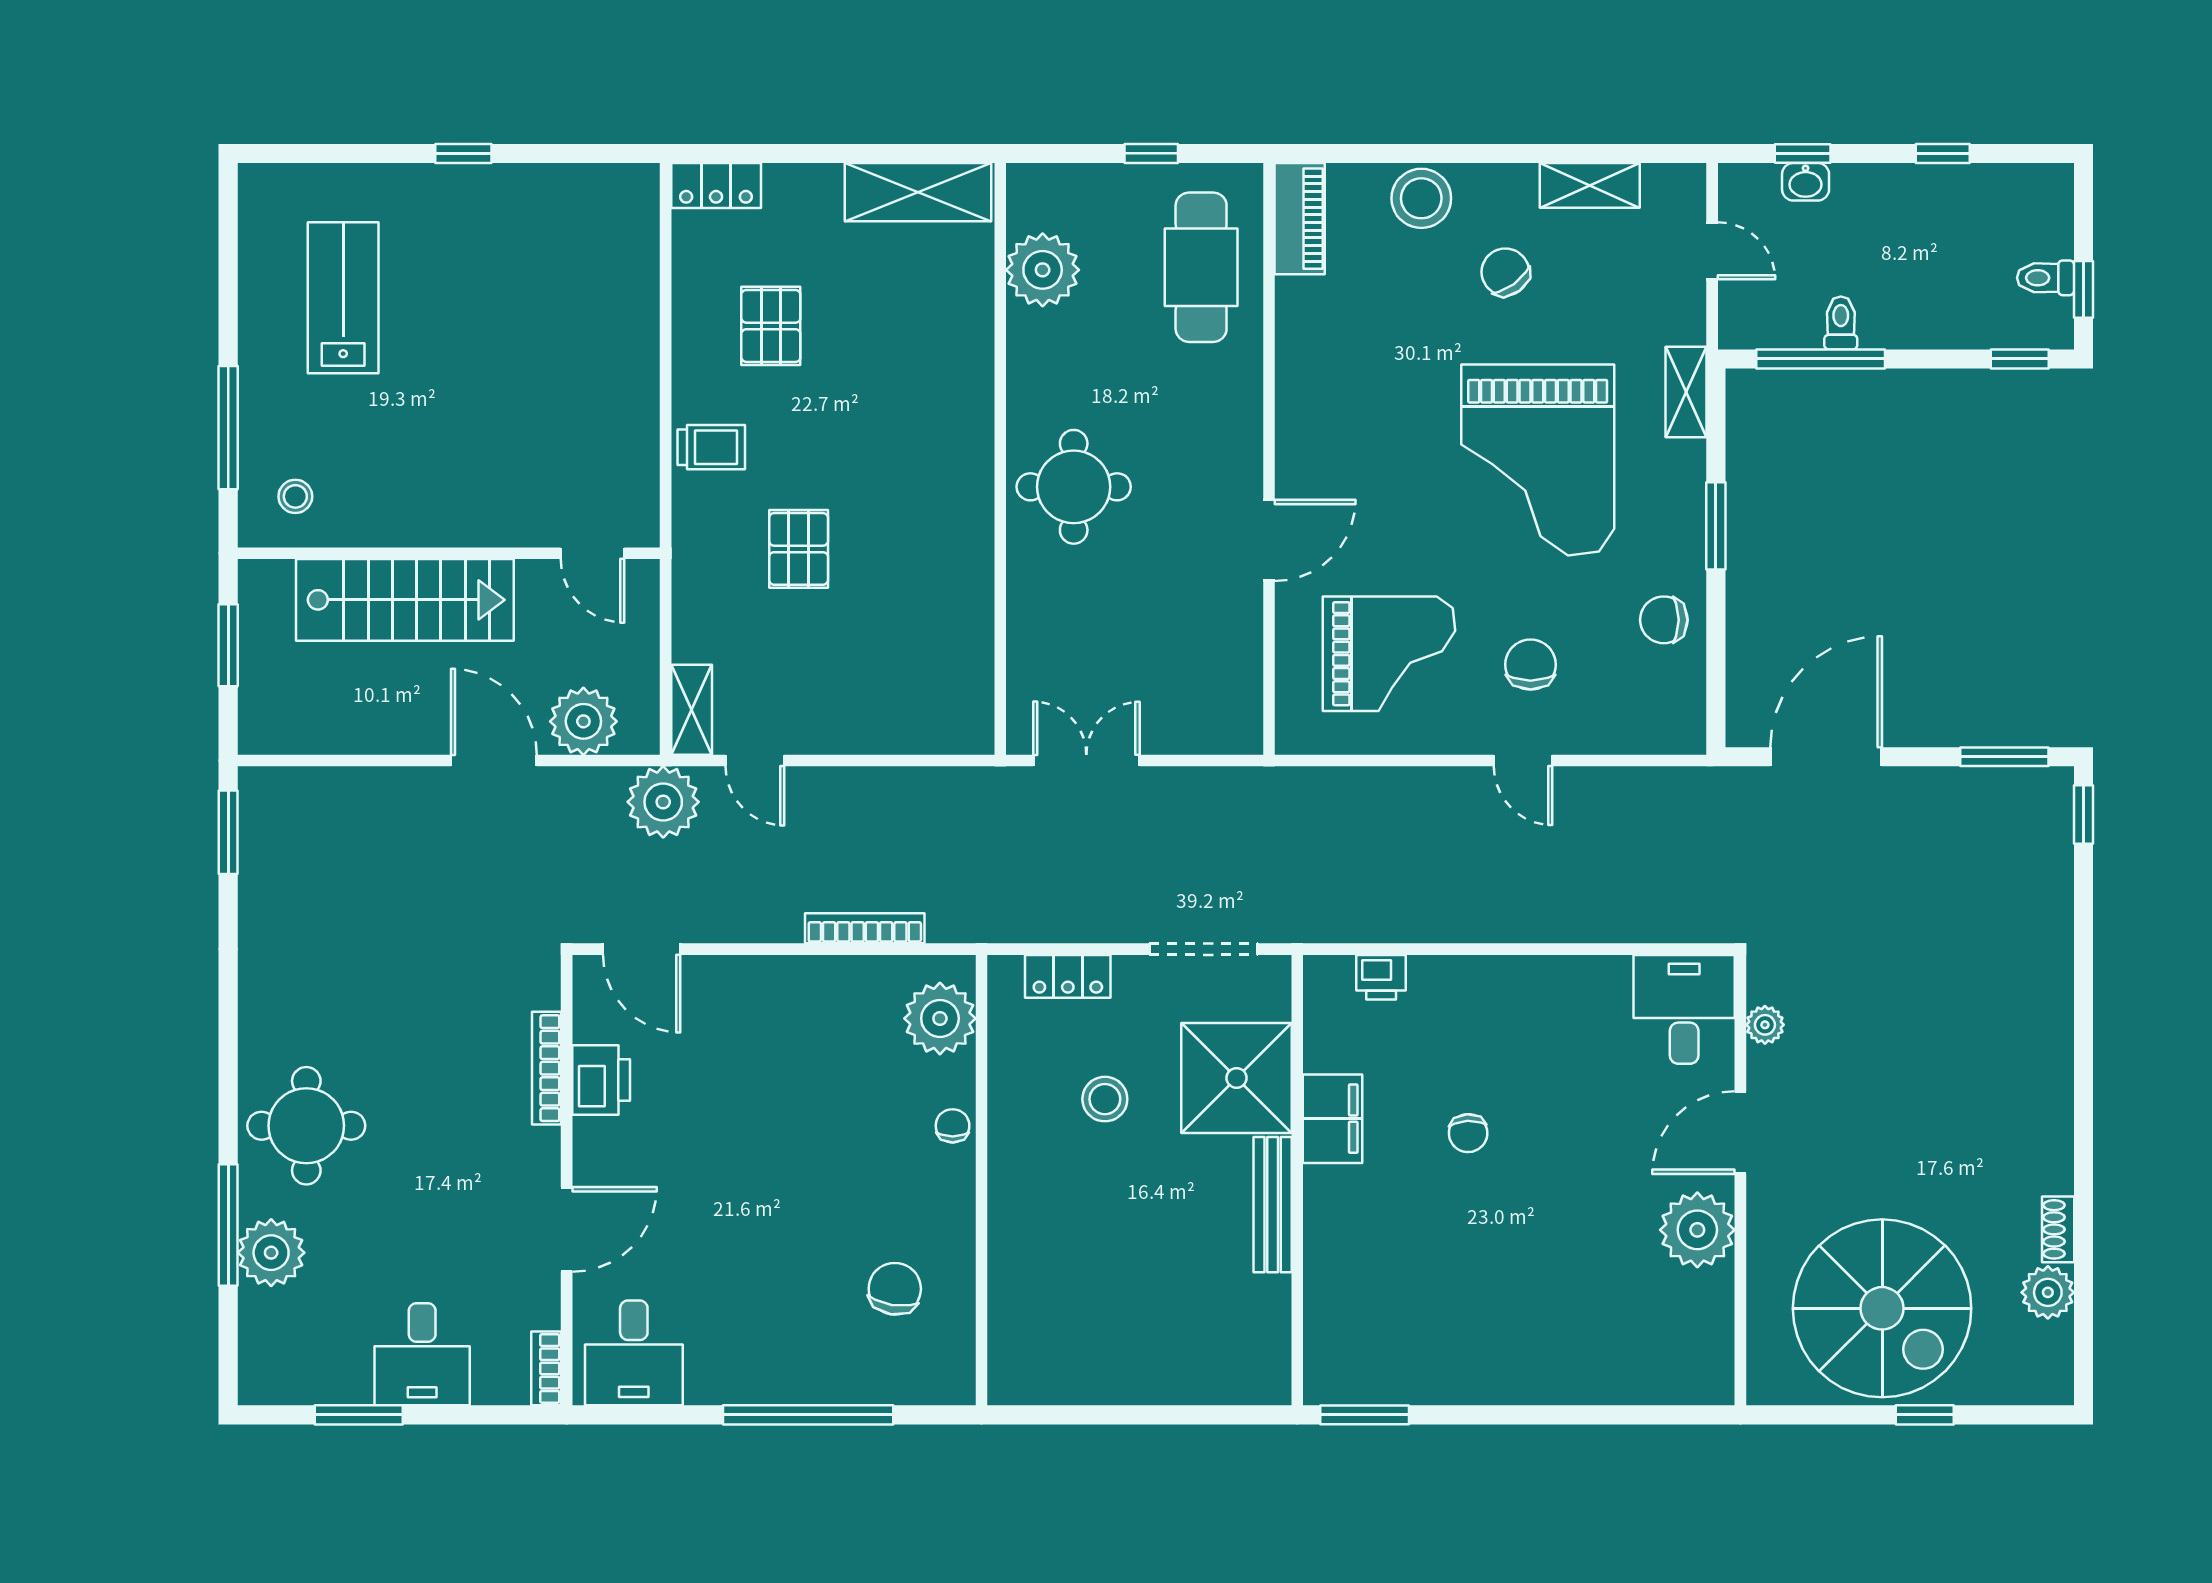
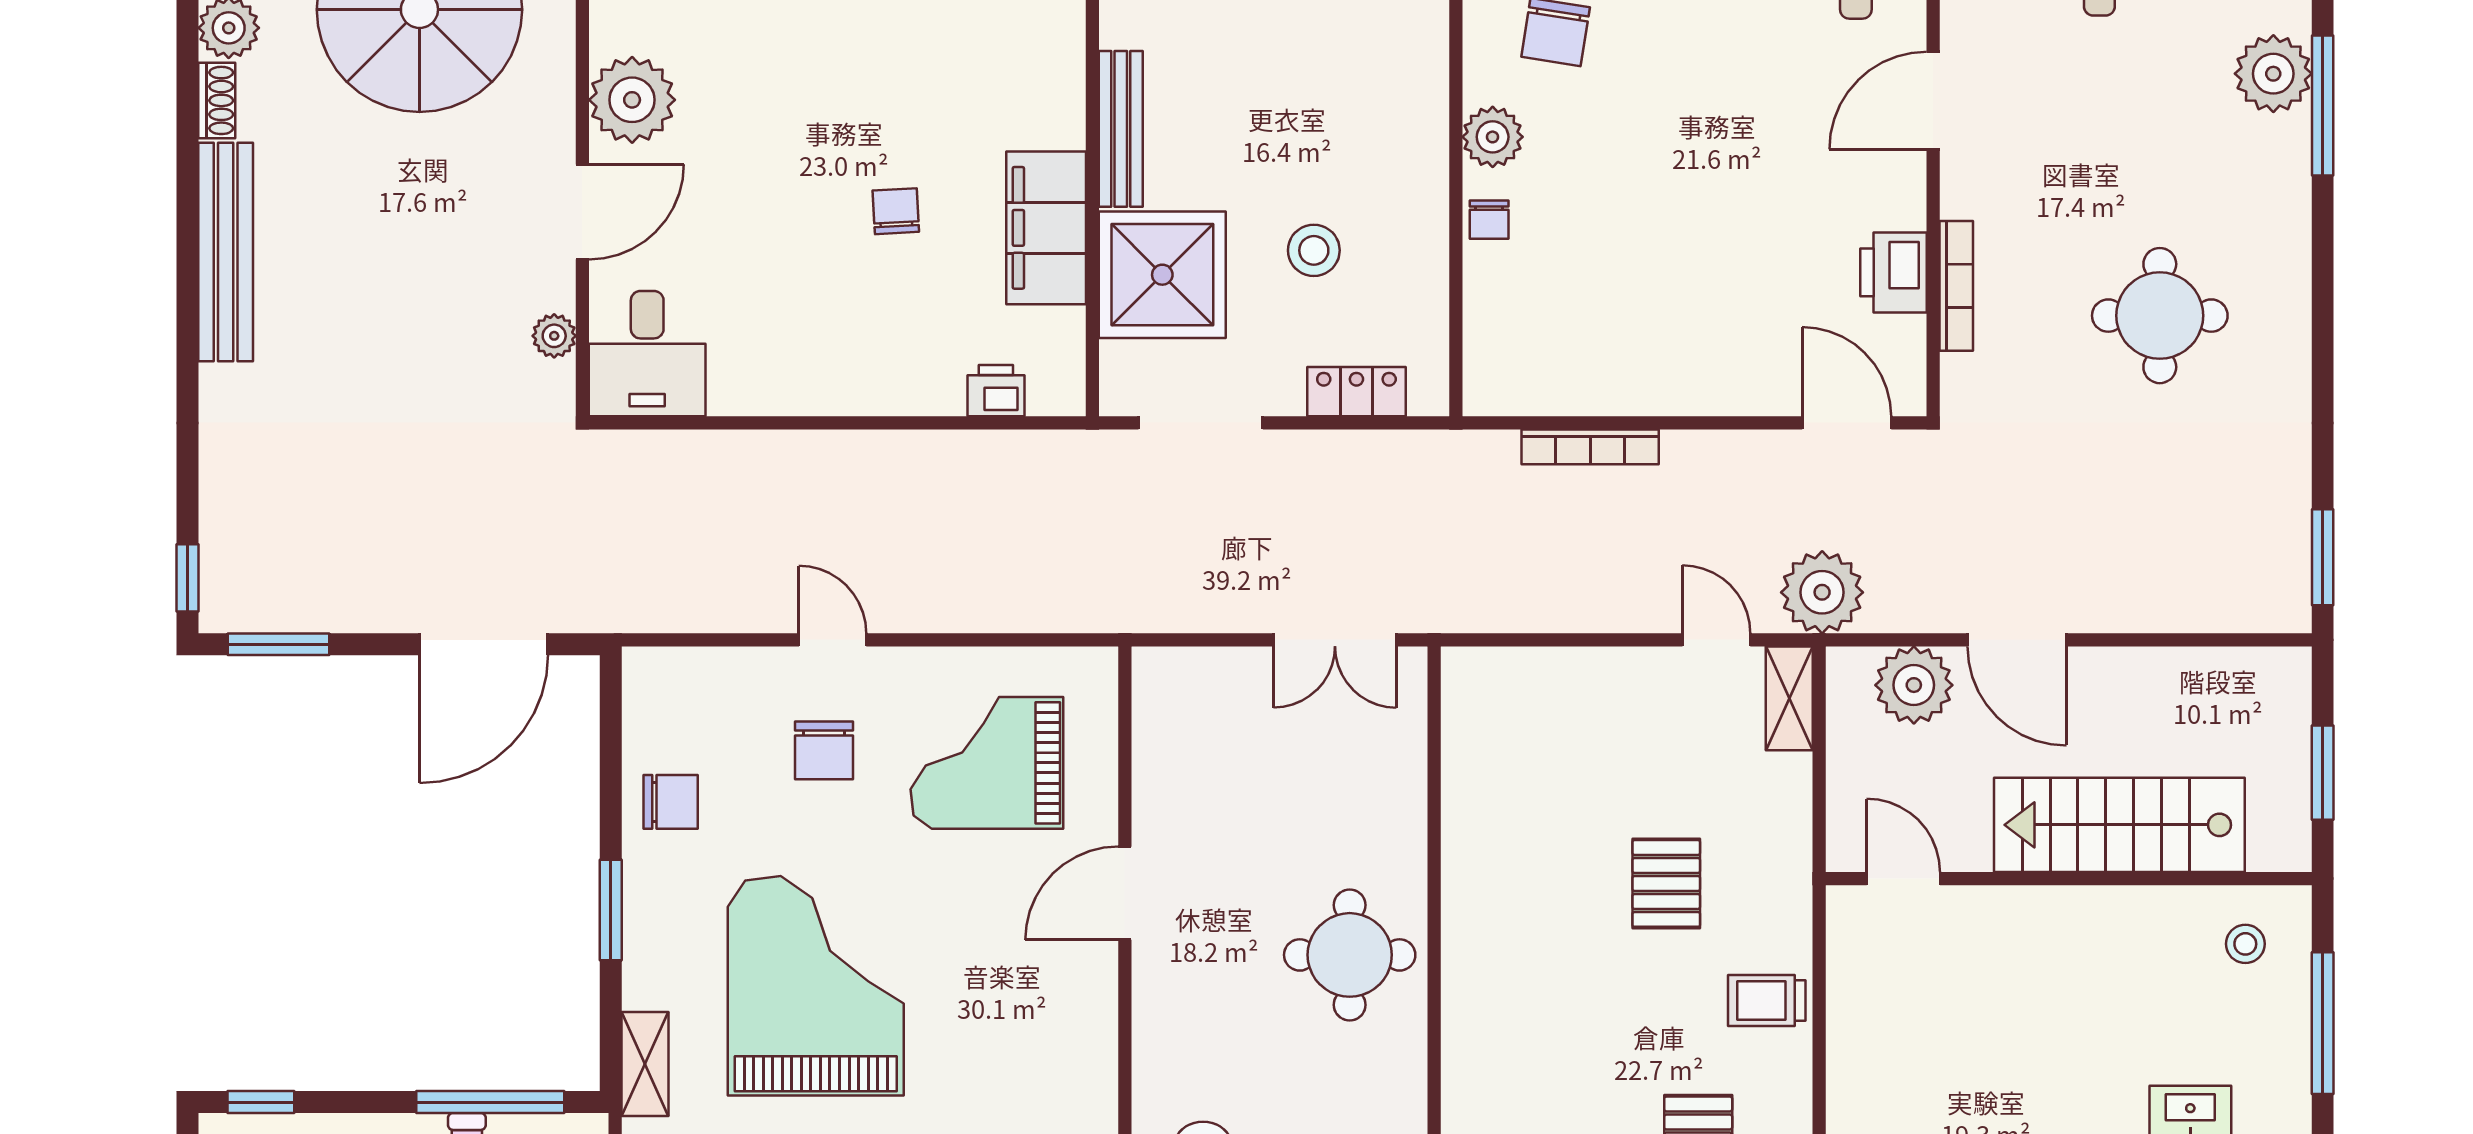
plant: (940, 1018) -> (1493, 137), moved, width x0.73, depth x0.73
bench: (2050, 1098) -> (226, 252), added
filing cabinet: (1333, 1119) -> (1046, 228), width x1.50, depth x1.17
round table: (306, 1126) -> (2160, 316), moved

